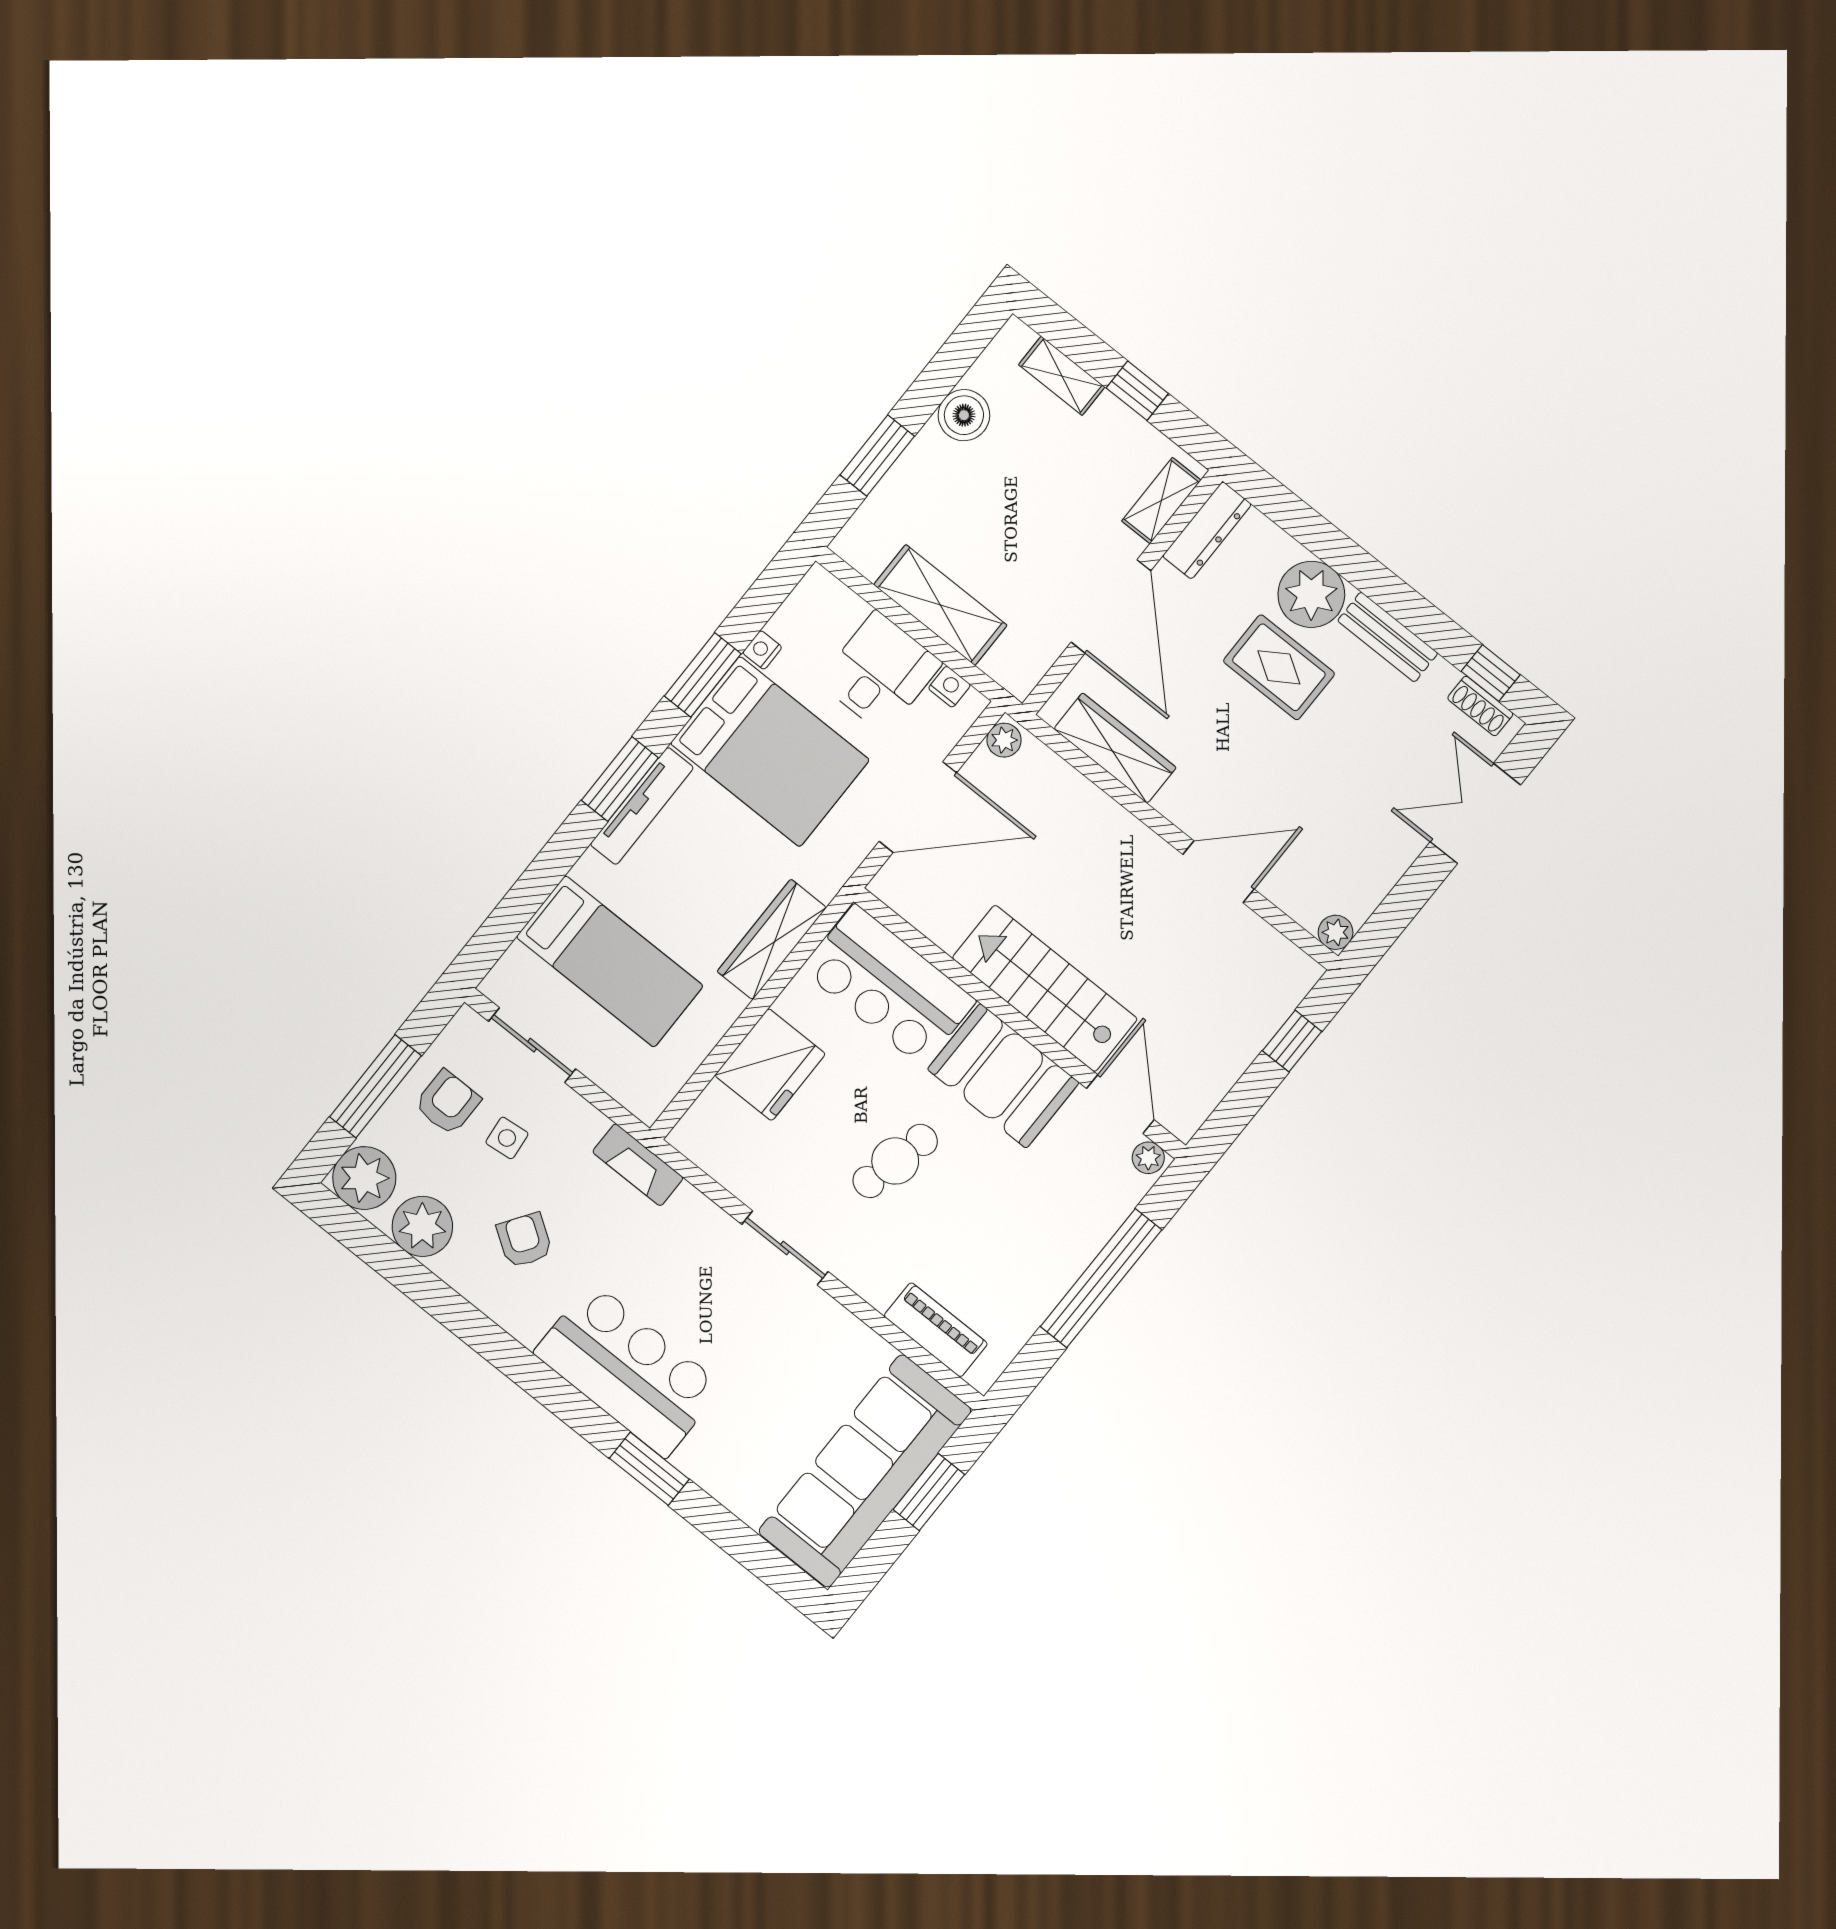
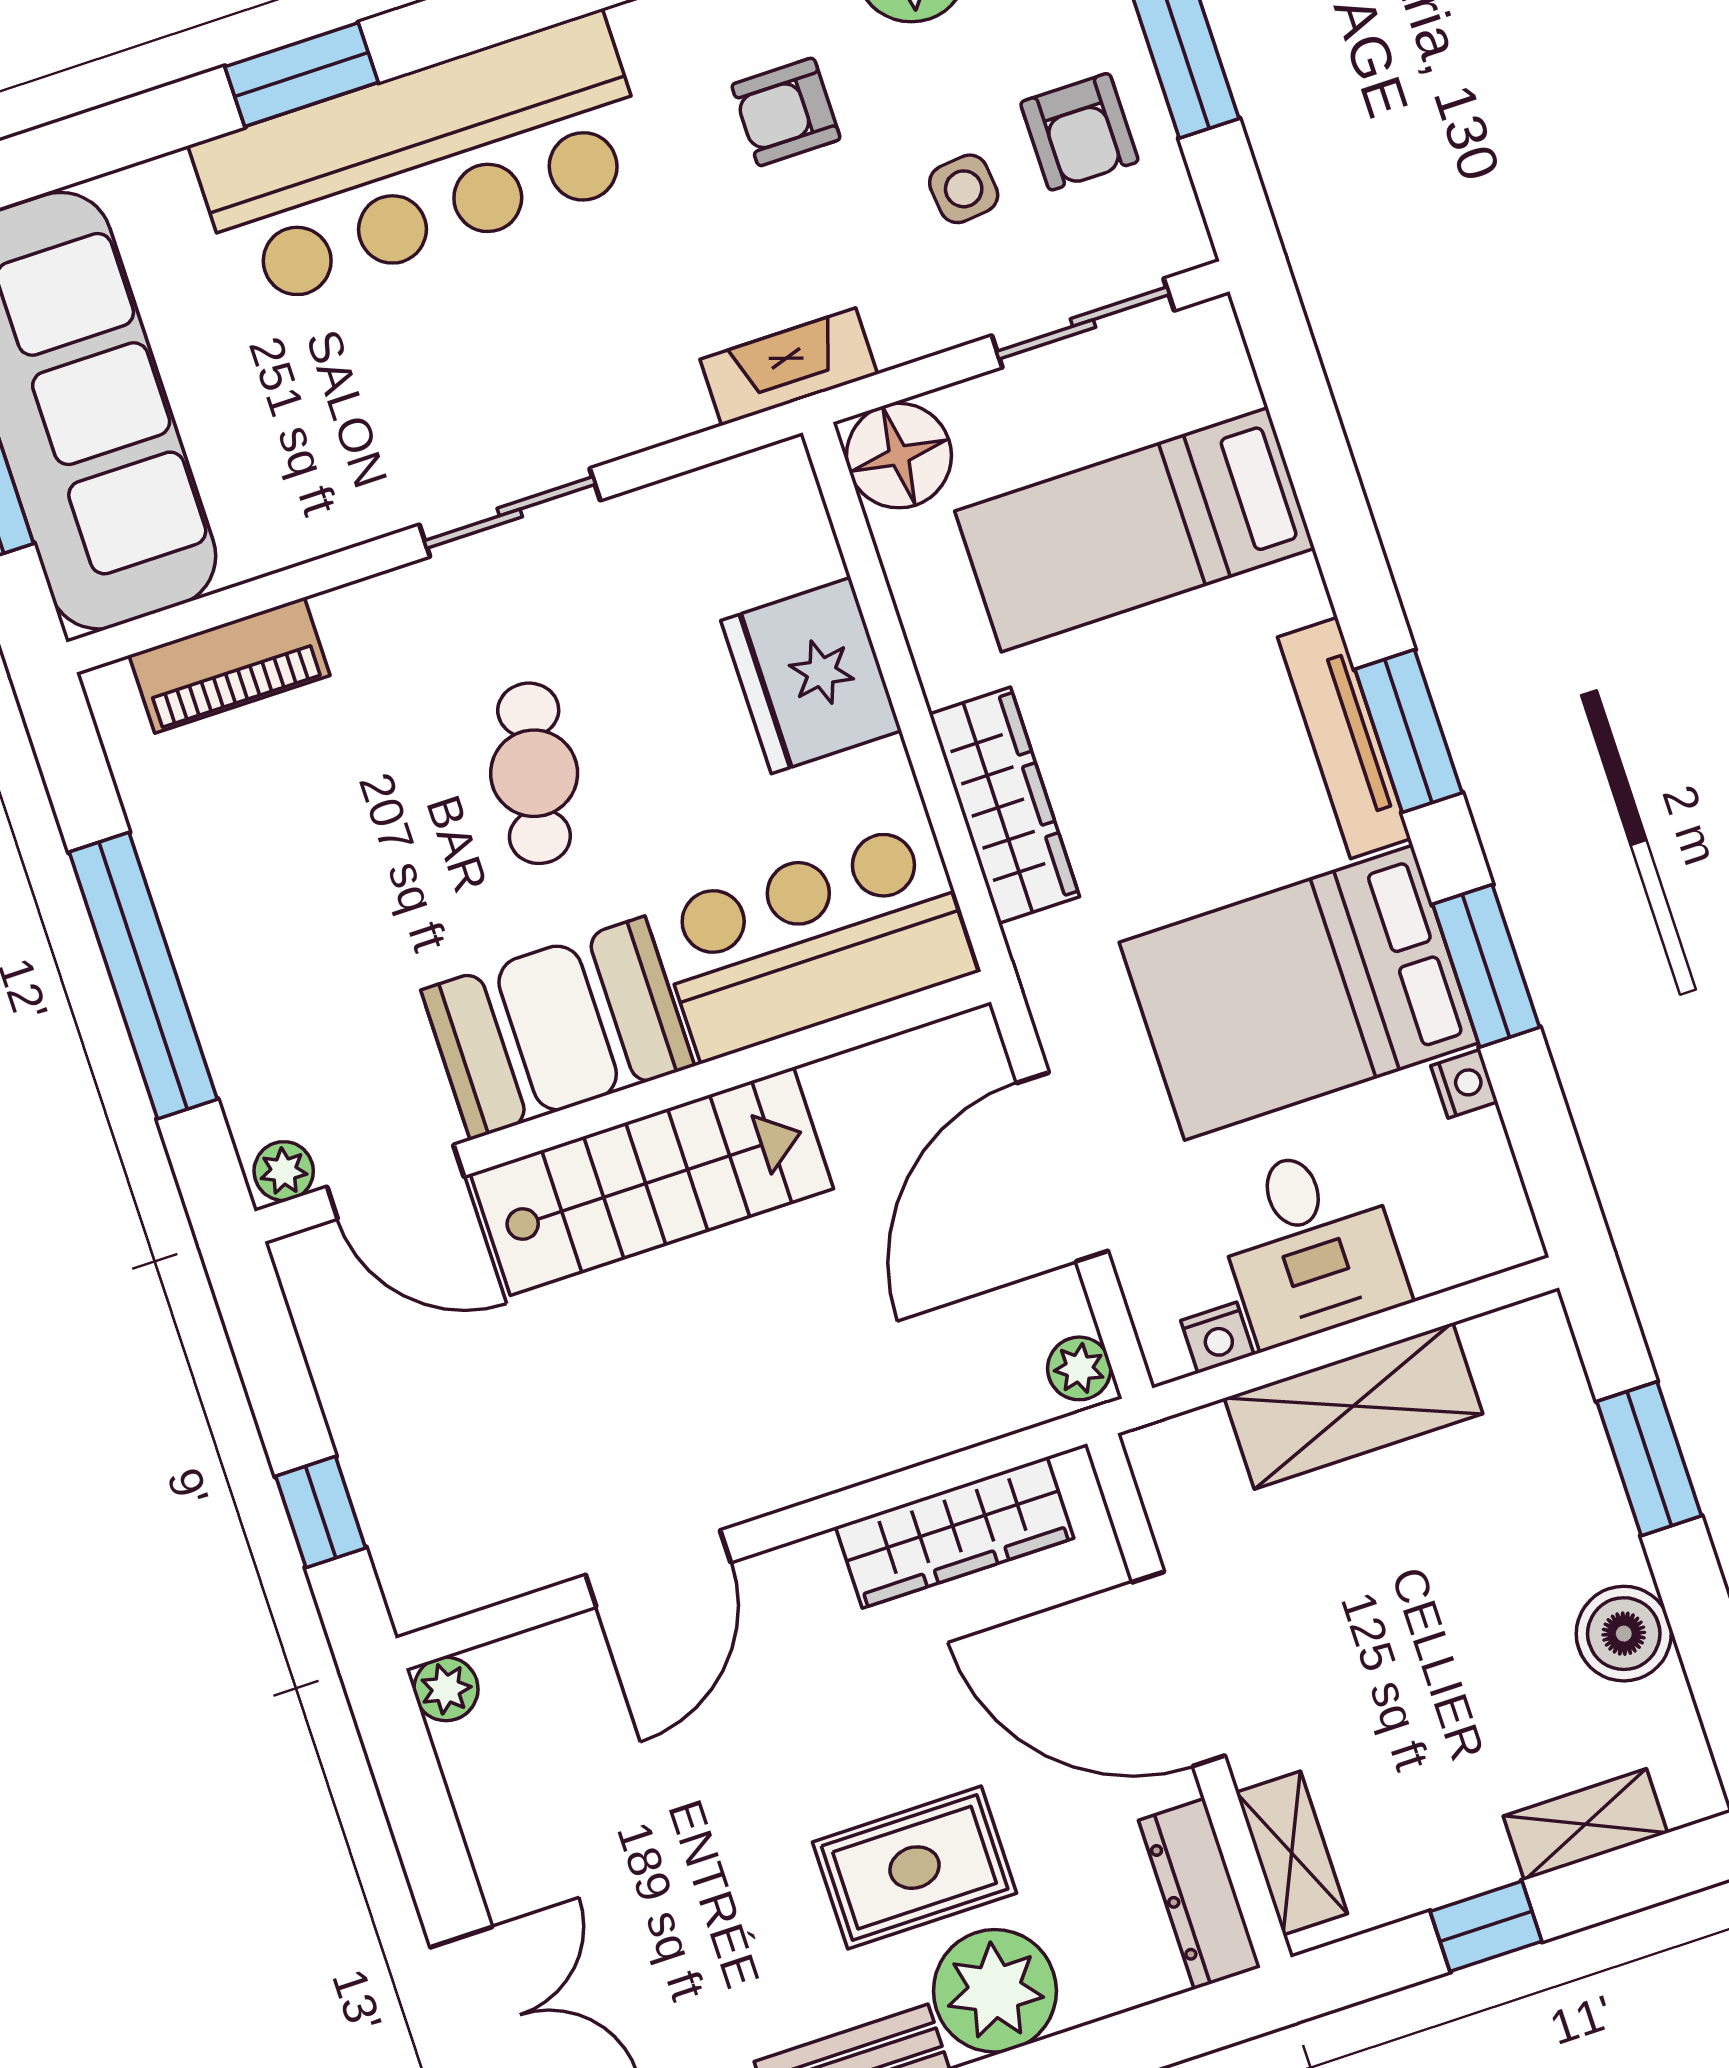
floor lamp: (645, 1089) -> (899, 456), added
armchair: (524, 1240) -> (786, 112), turned 146
bar counter: (628, 1370) -> (423, 161), width x1.36

